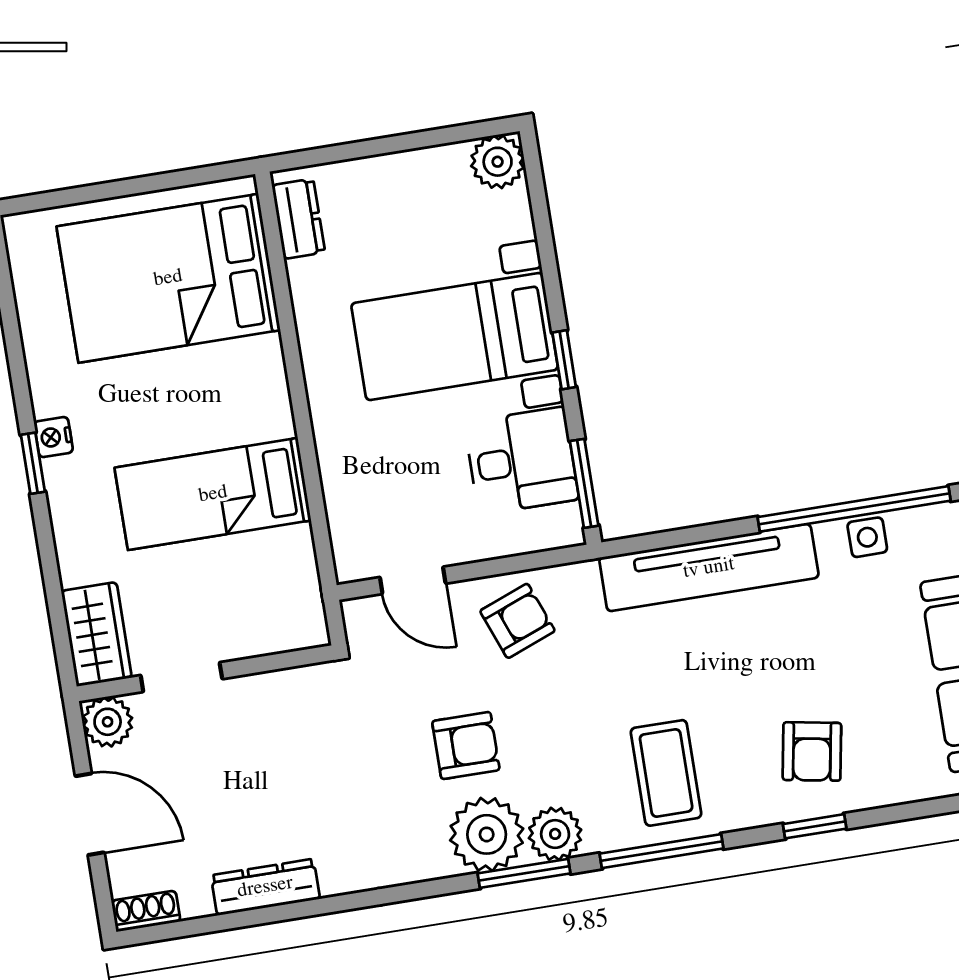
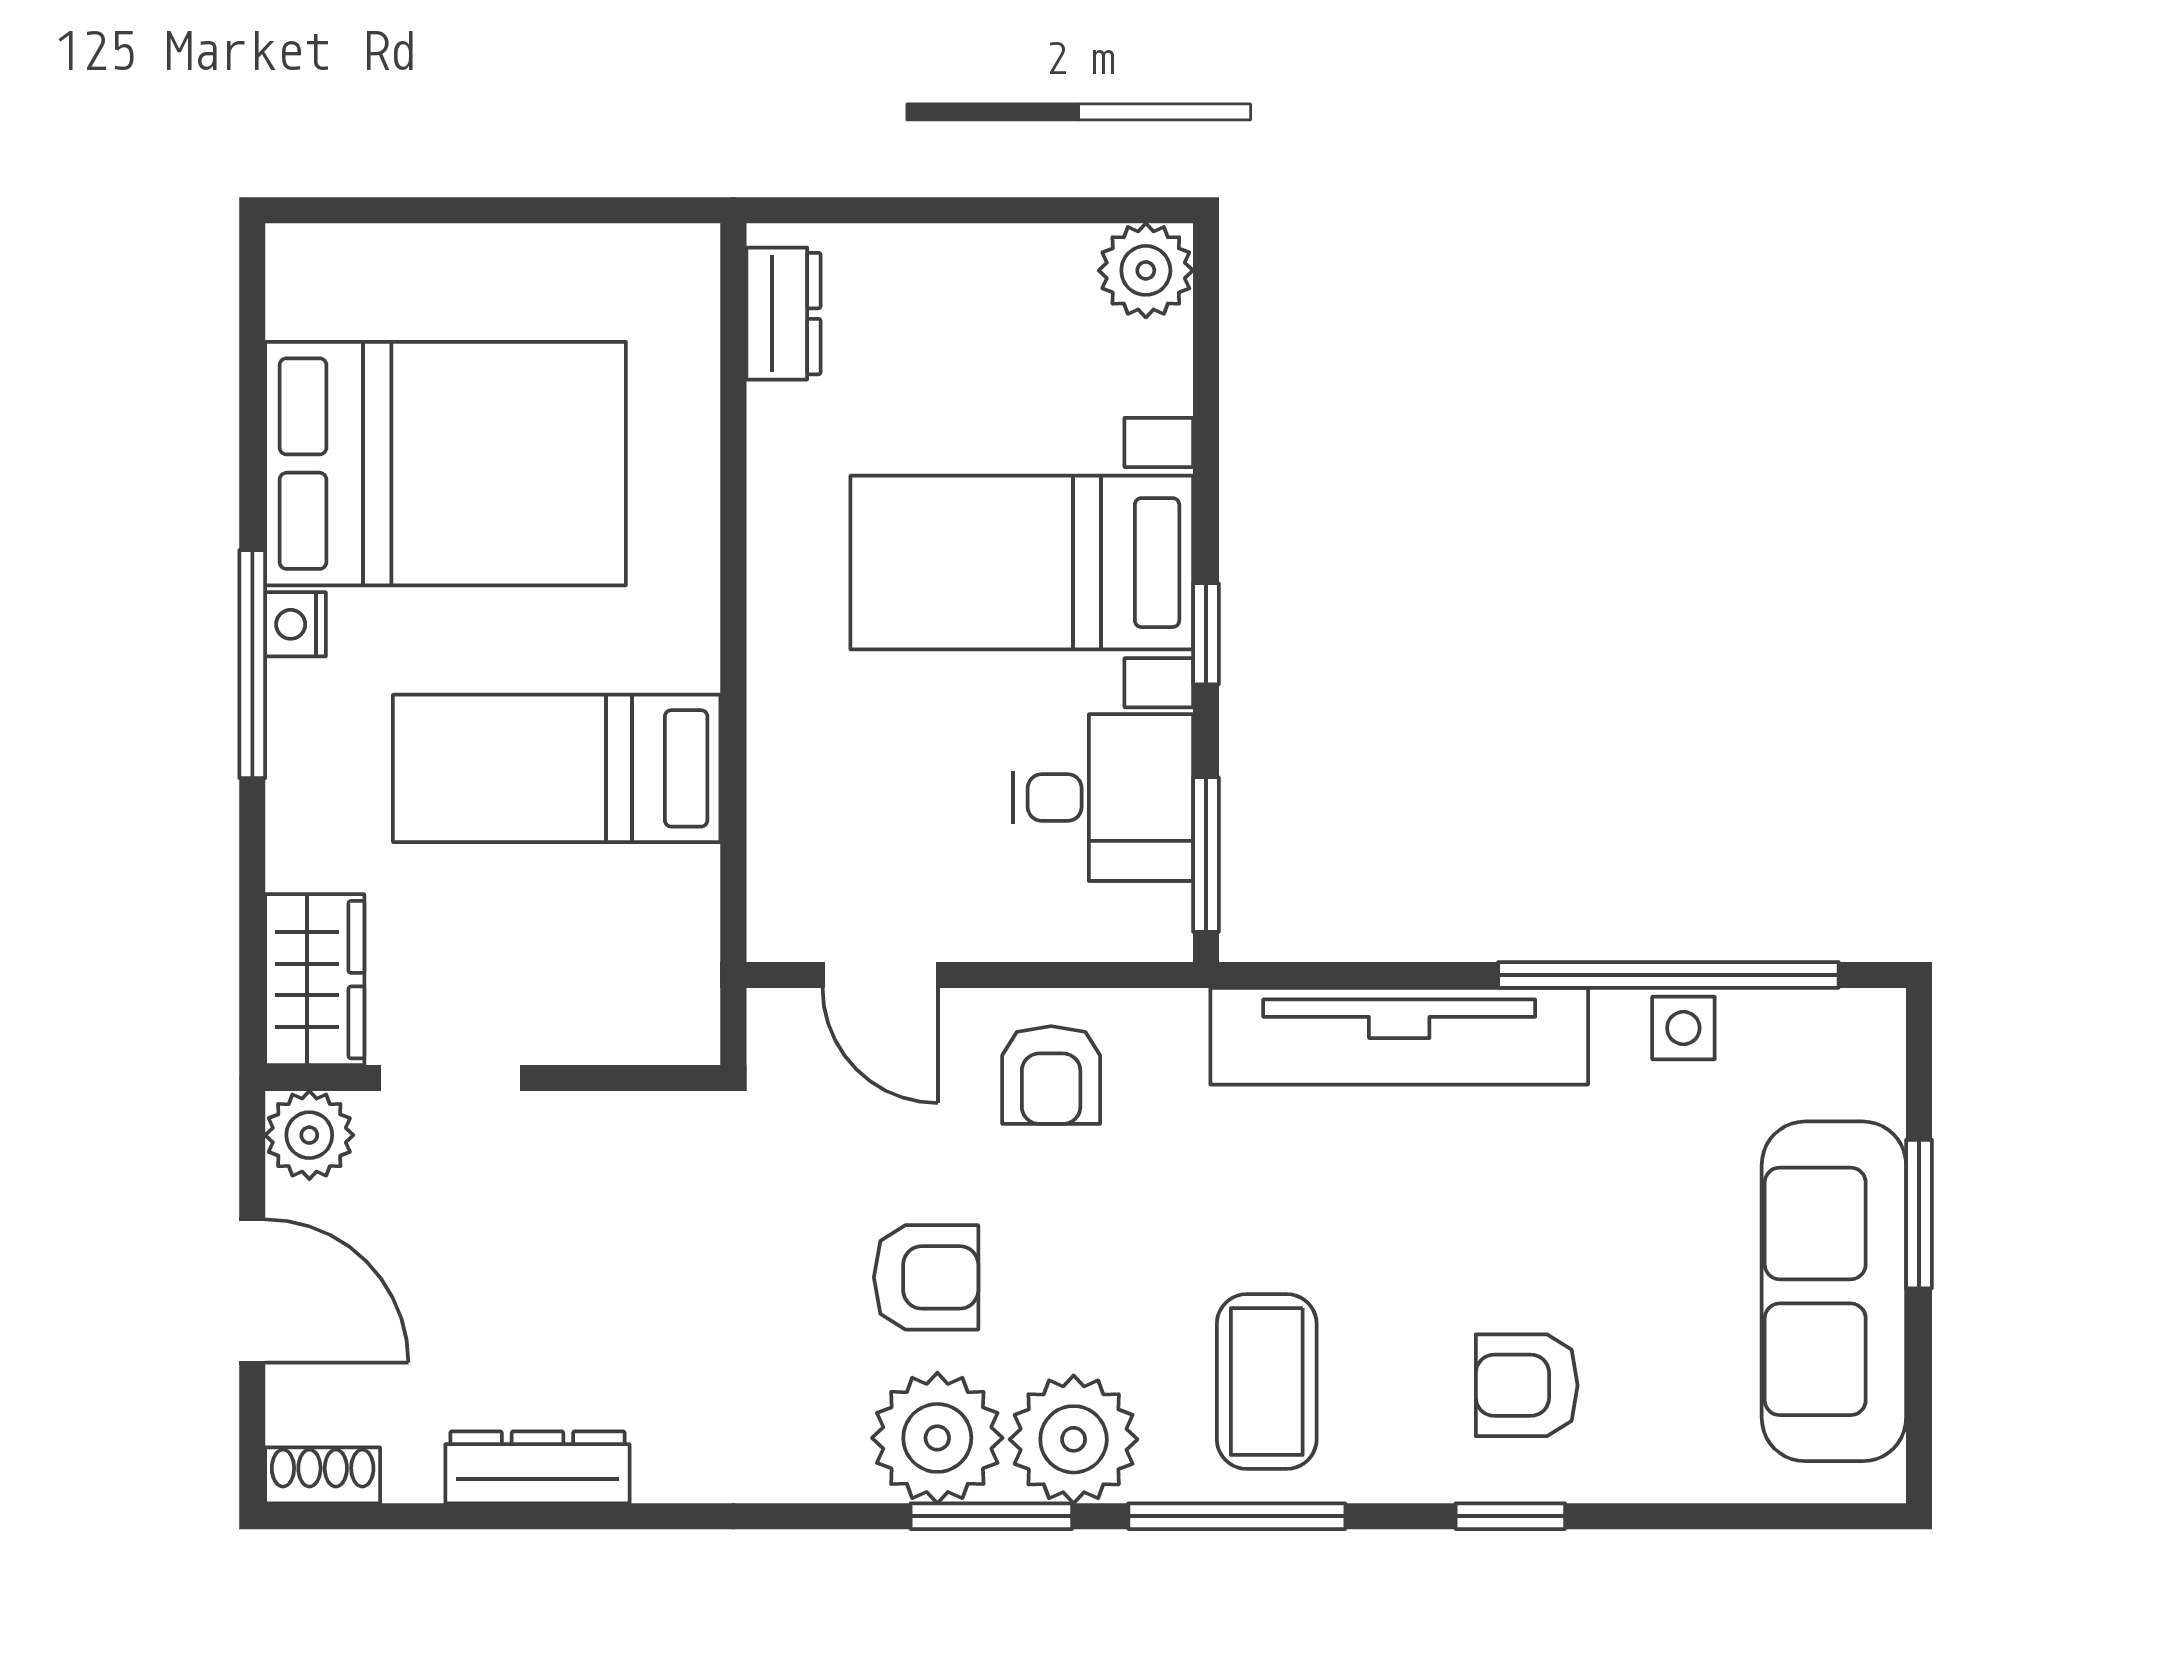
bed: (168, 278) -> (446, 464), moved, turned 180
window: (33, 463) -> (252, 664), width x2.17
armchair: (517, 621) -> (1051, 1075), turned 111
armchair: (812, 751) -> (1527, 1385), turned 80
plant: (555, 834) -> (1074, 1439), width x1.36, depth x1.36

